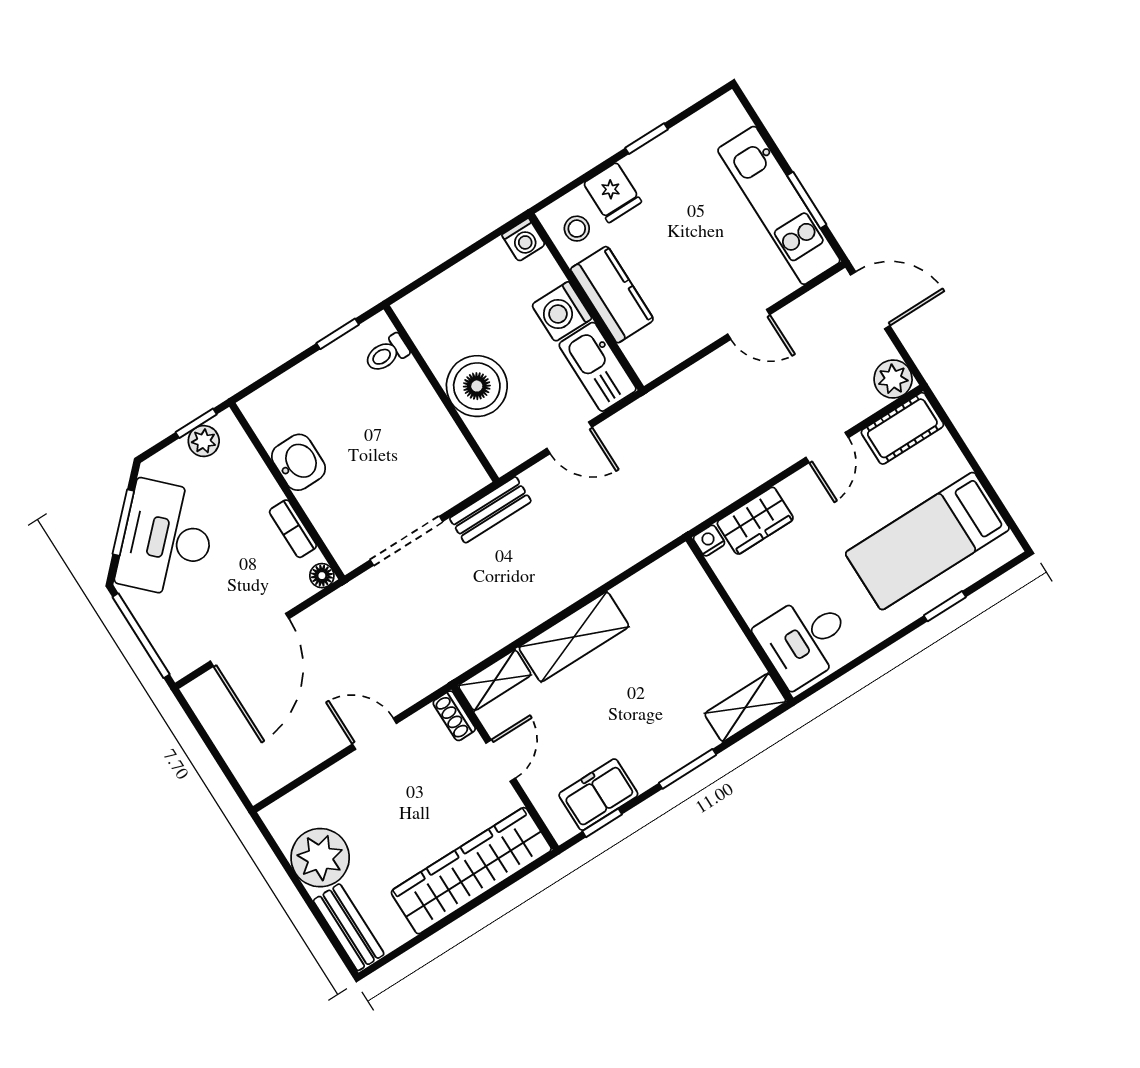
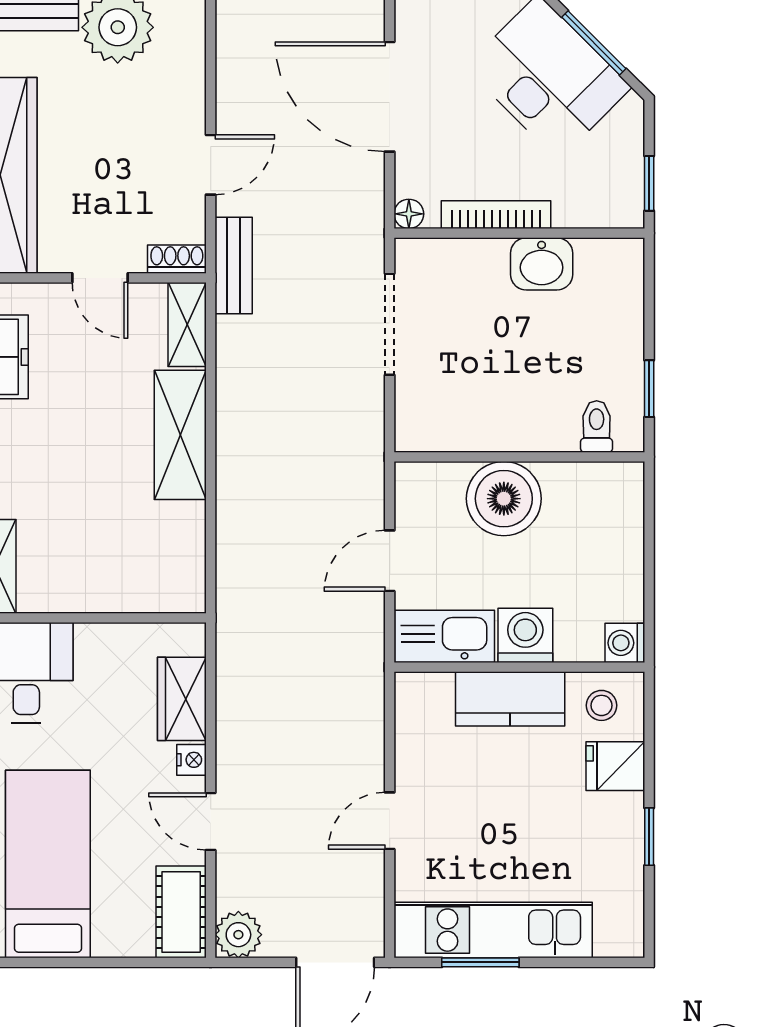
plant: (204, 441) -> (626, 180), removed
bench: (490, 510) -> (234, 265), moved
bookcase: (293, 529) -> (496, 215), width x1.56
nightstand: (709, 541) -> (191, 760), moved

